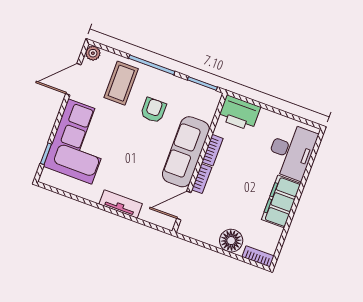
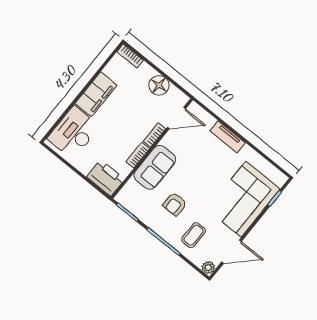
coffee table: (121, 83) -> (194, 235), width x0.73, depth x0.77
sofa: (186, 152) -> (155, 167), width x0.73
floor lamp: (231, 241) -> (159, 85), moved

